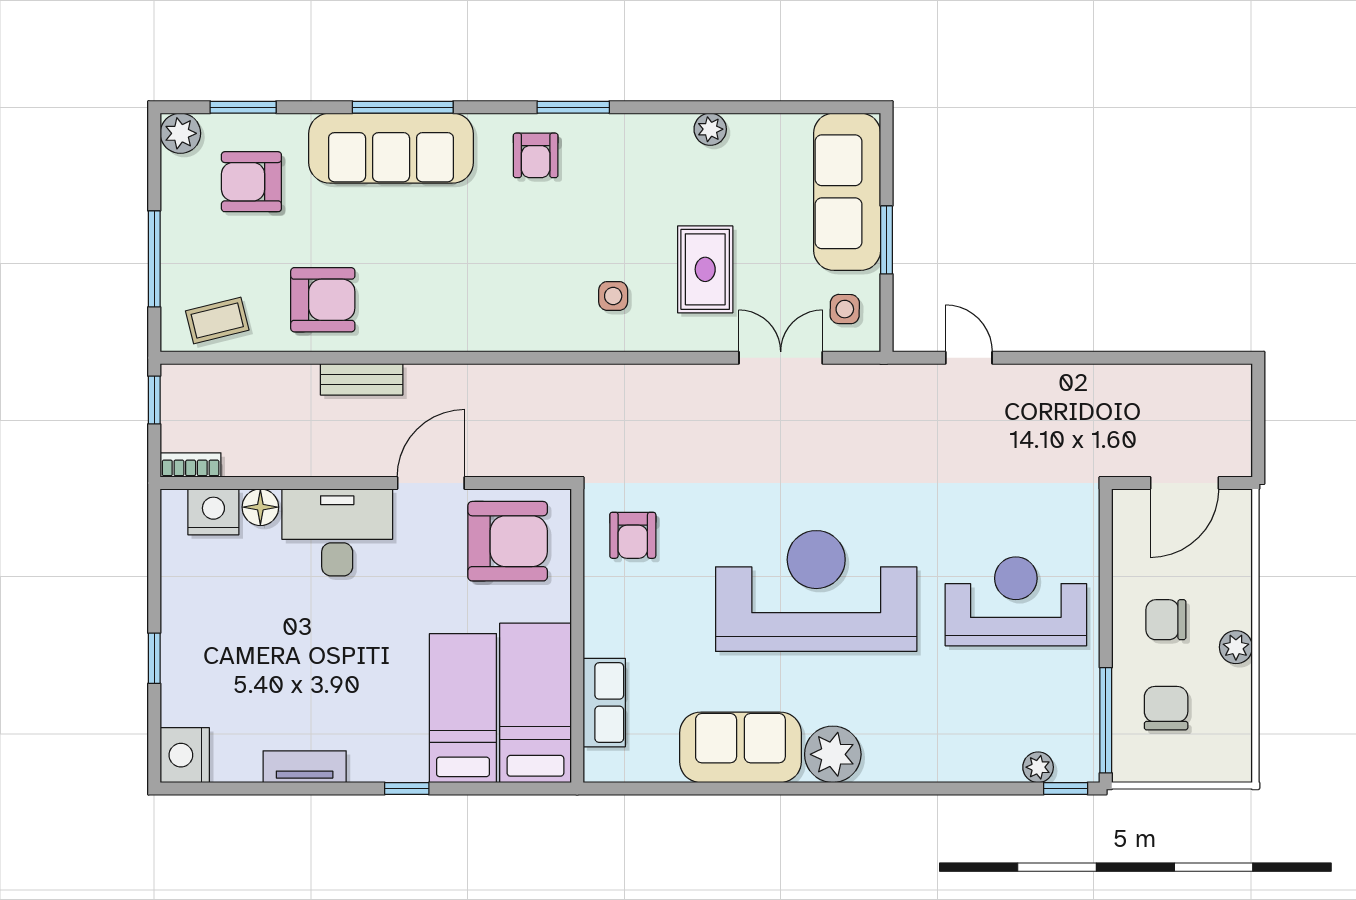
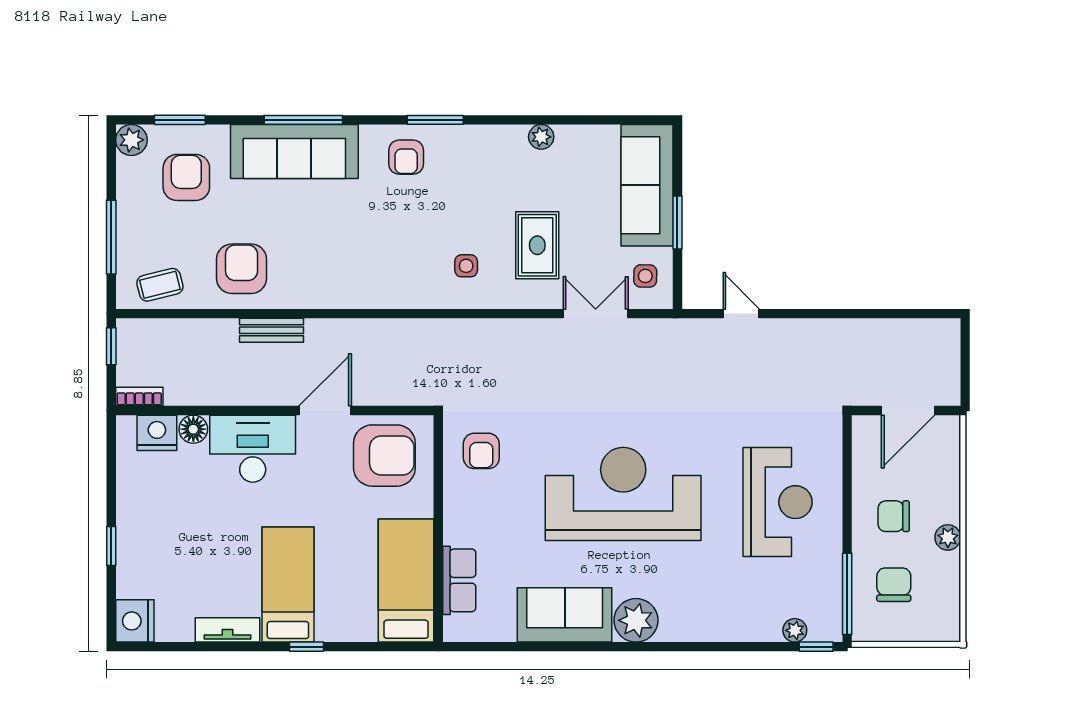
armchair: (251, 182) -> (186, 177), turned 90
armchair: (323, 300) -> (242, 269), turned -90
reception desk: (1016, 601) -> (778, 502), turned 90
bed: (463, 708) -> (288, 585), moved

